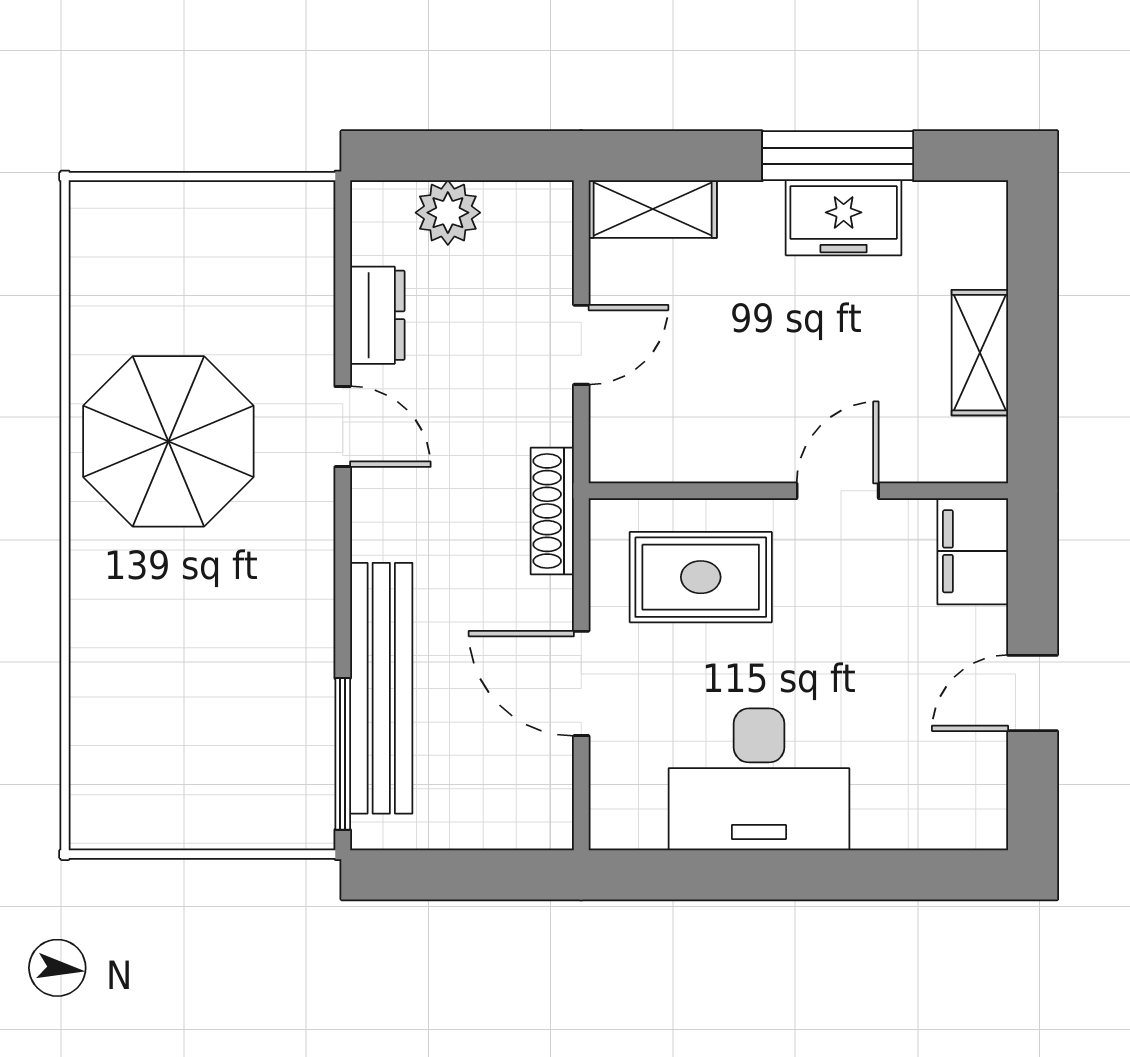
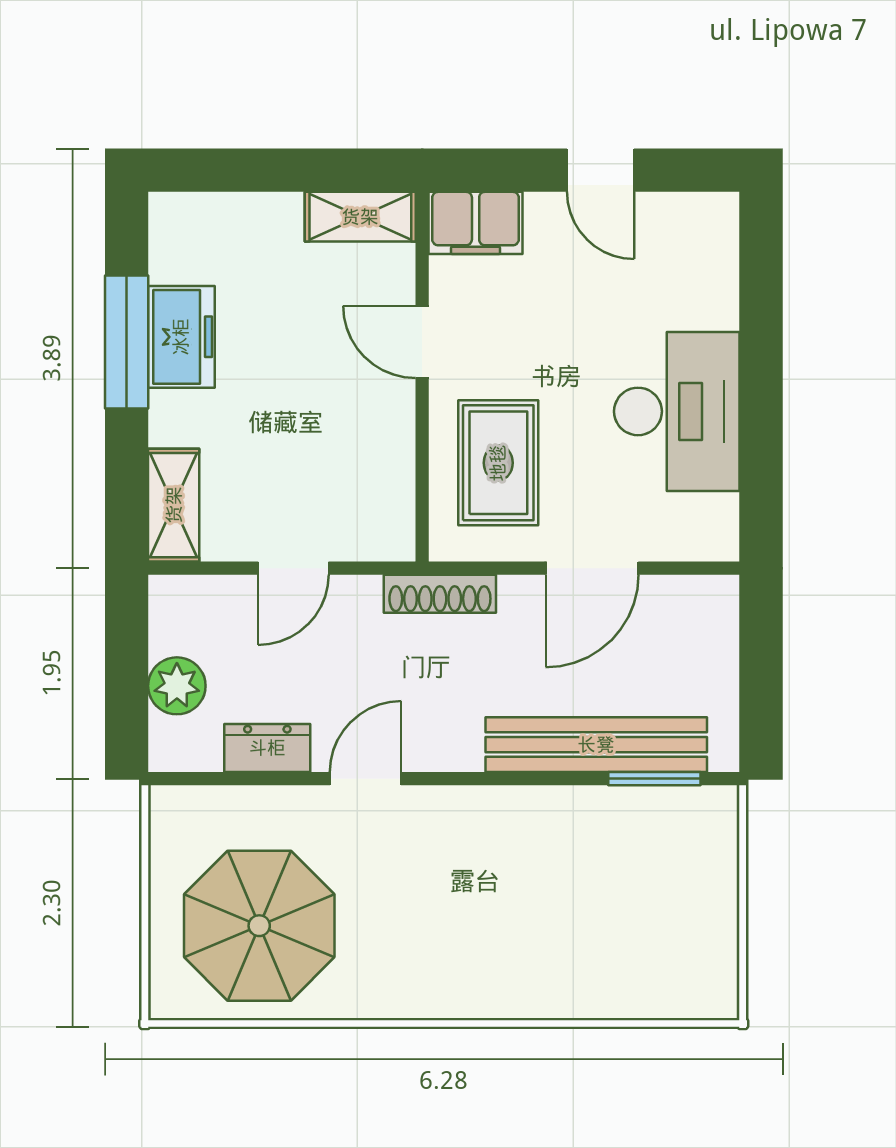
door: (581, 345) -> (293, 568), swing flipped
shelving: (980, 353) -> (360, 217), moved
parasol: (168, 441) -> (259, 926), moved
window: (343, 754) -> (654, 779), width x0.69

